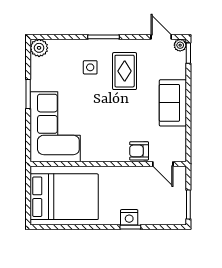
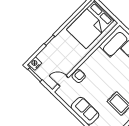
nightstand: (129, 217) -> (35, 64), moved

